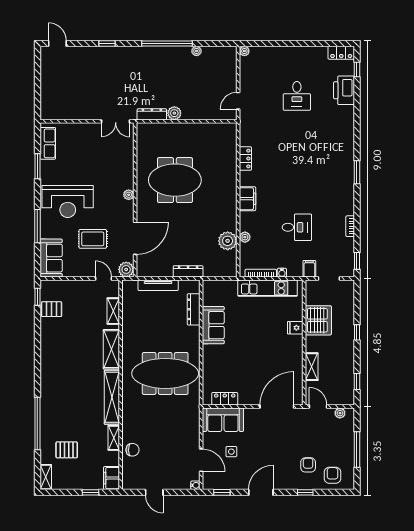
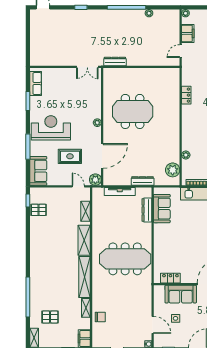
plant: (174, 113) -> (132, 61), removed
filing cabinet: (247, 199) -> (188, 33), moved
reception desk: (68, 202) -> (51, 128), turned 180
plant: (228, 241) -> (173, 170), moved
sofa: (213, 325) -> (162, 209), moved
sofa: (223, 420) -> (181, 294), moved

